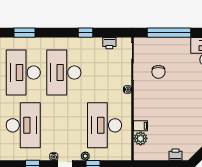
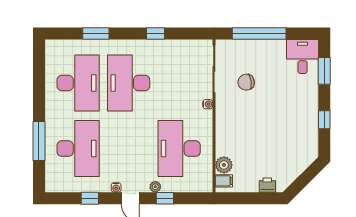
window: (24, 33) -> (96, 33), moved
printer: (109, 43) -> (185, 47), removed
chair: (158, 72) -> (246, 82), turned 82
desk: (23, 73) -> (78, 83), turned 180
filing cabinet: (141, 126) -> (224, 181), moved

